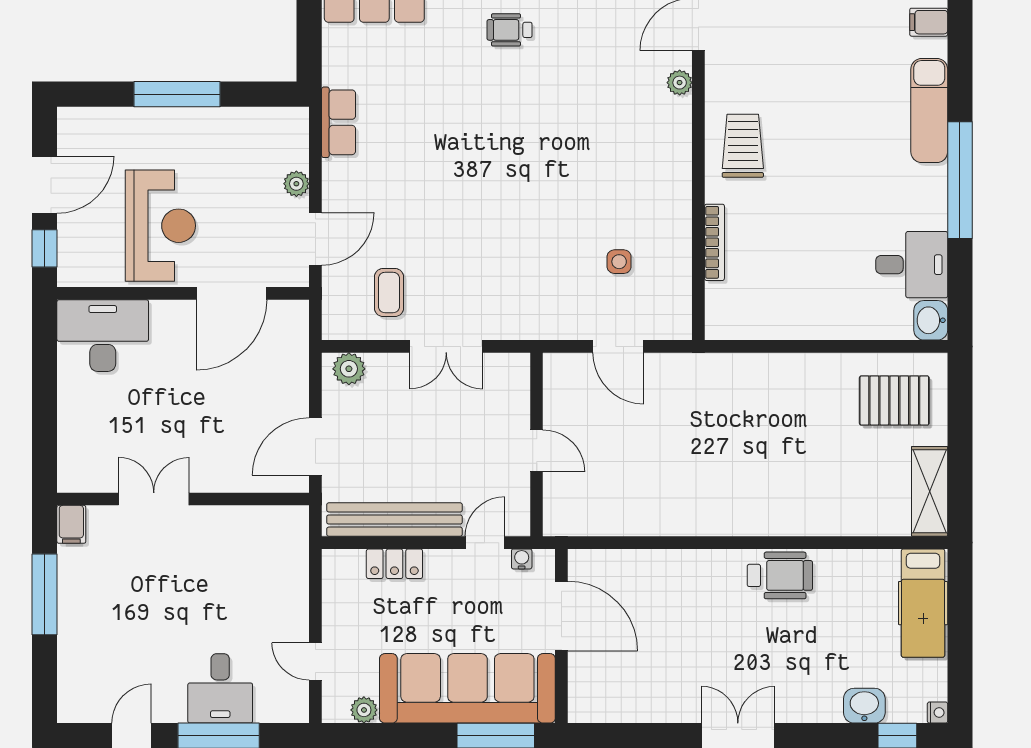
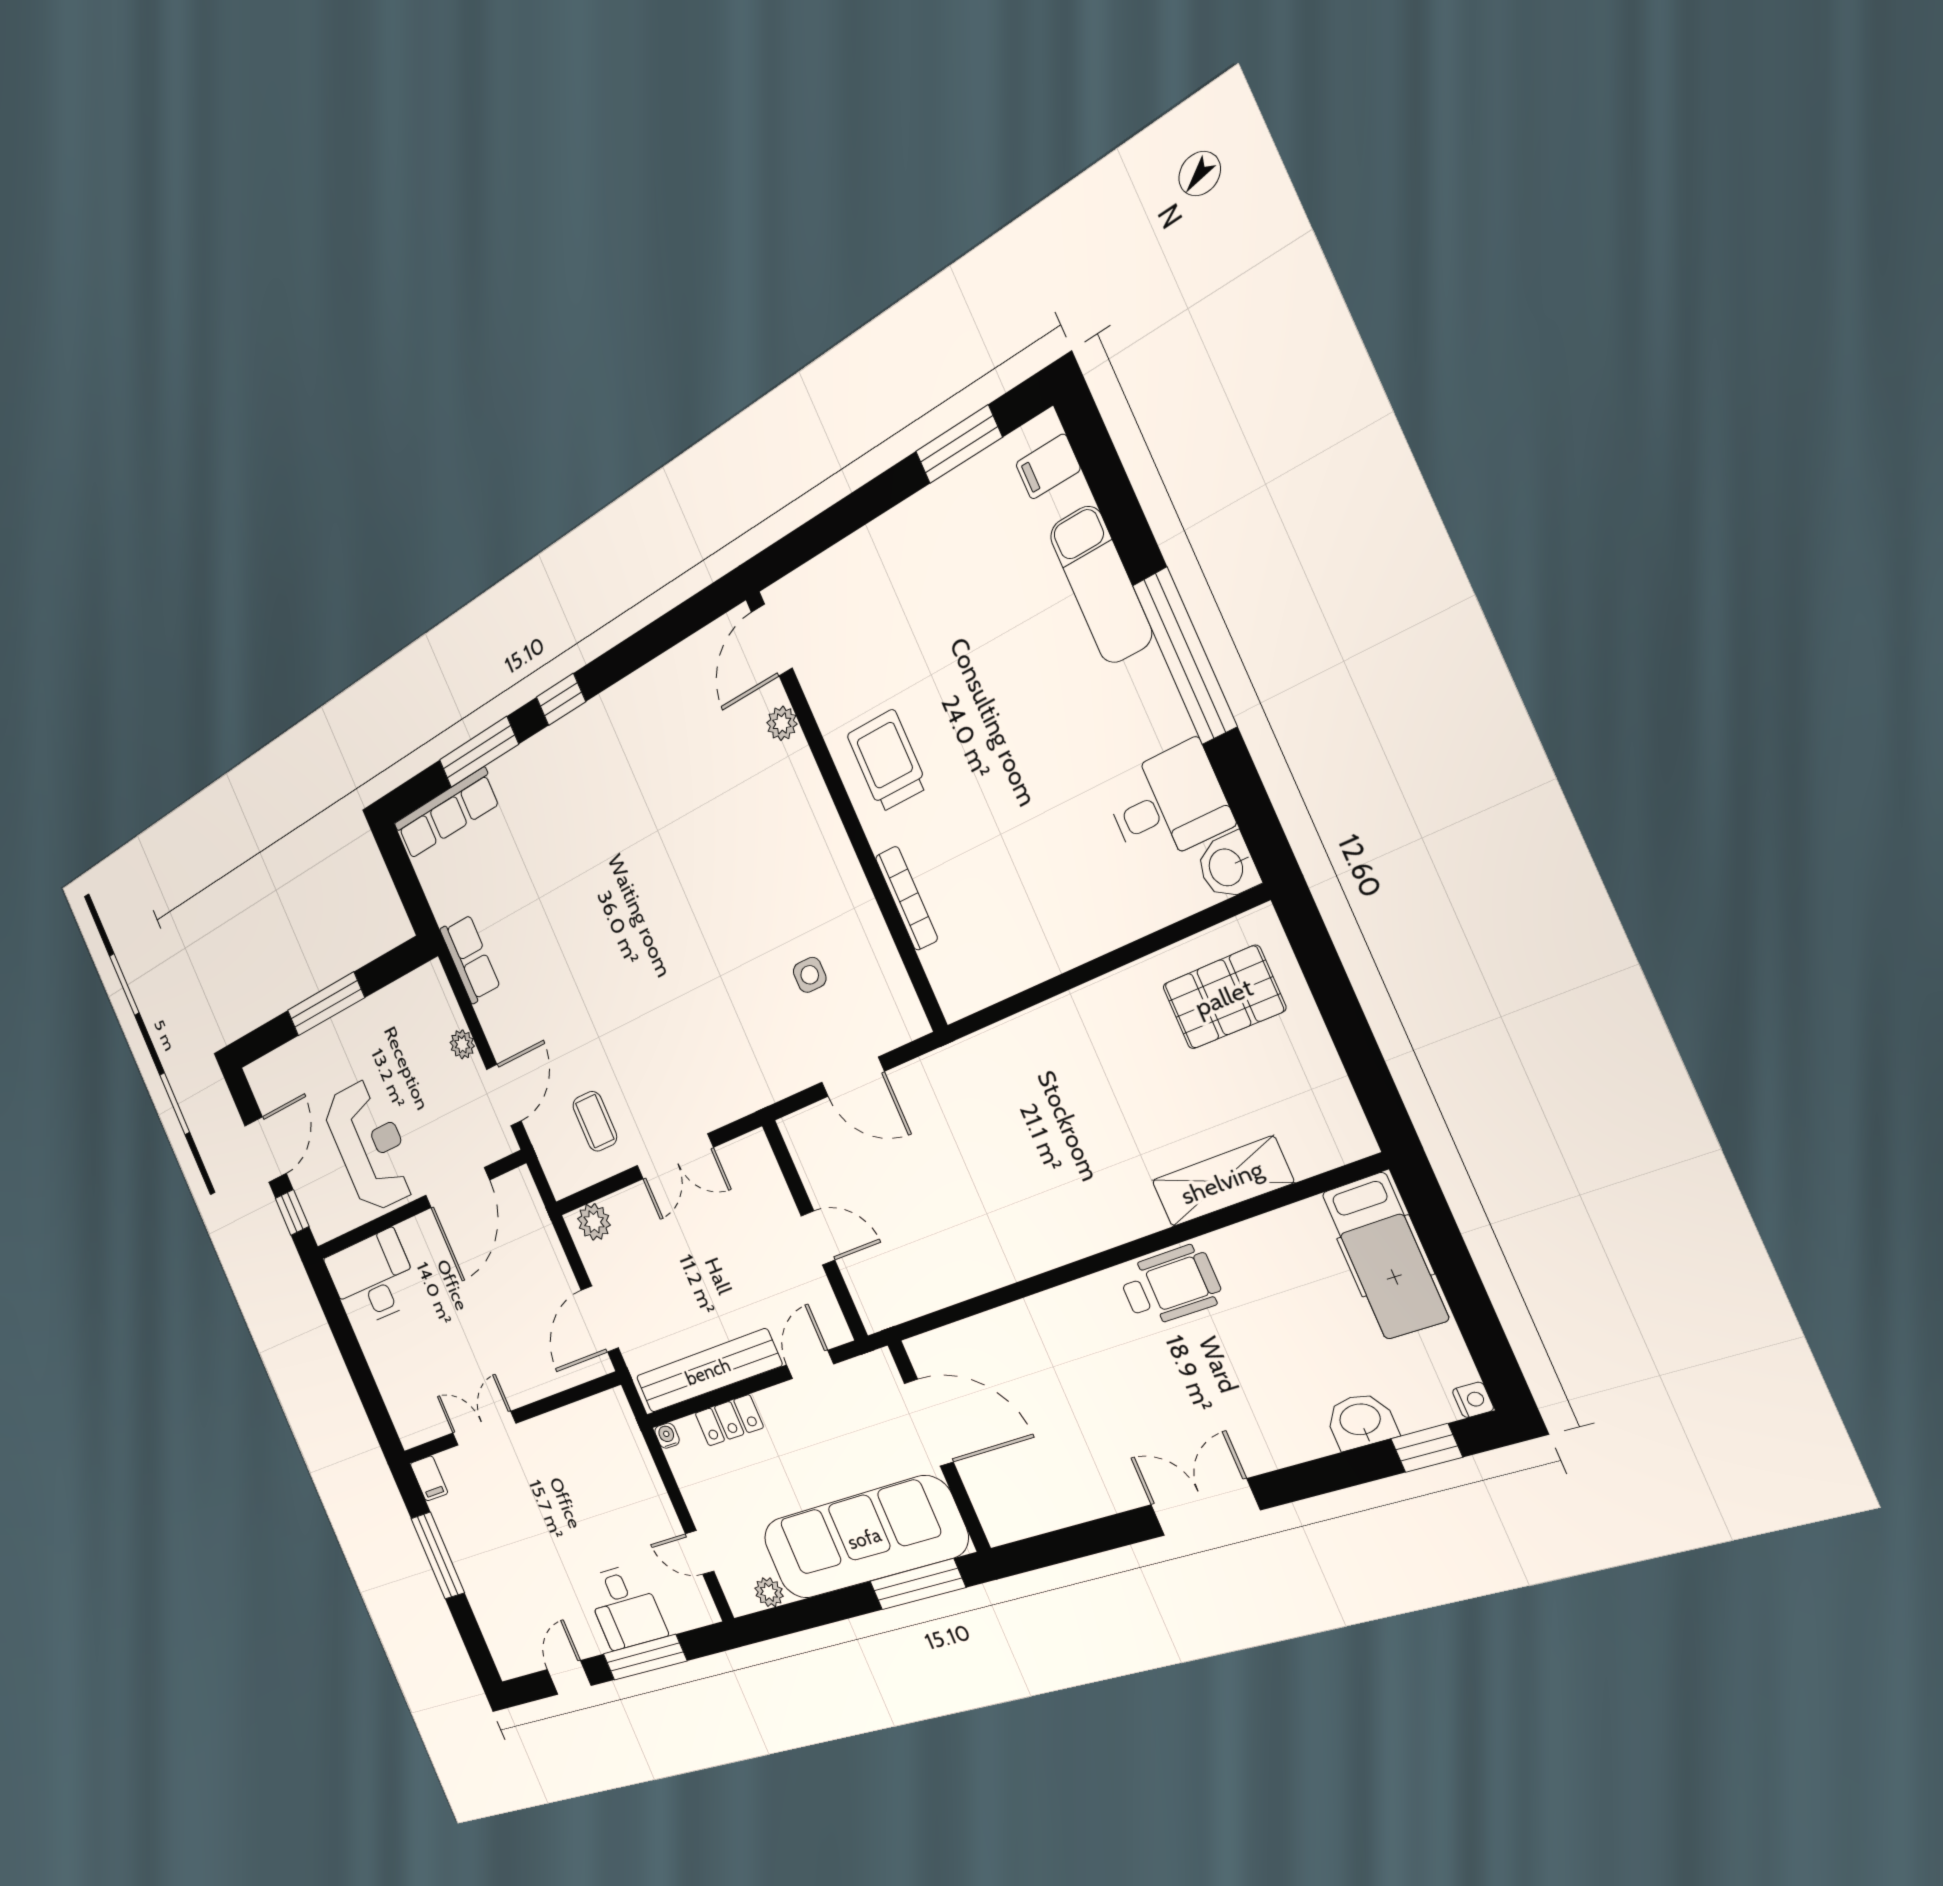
wheelchair: (510, 30) -> (581, 765), removed
shelving: (930, 491) -> (1222, 1182), moved, turned 90
water cooler: (522, 559) -> (667, 1436), moved

